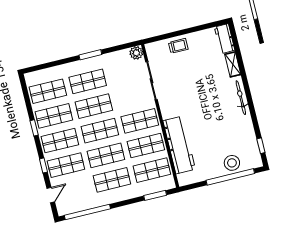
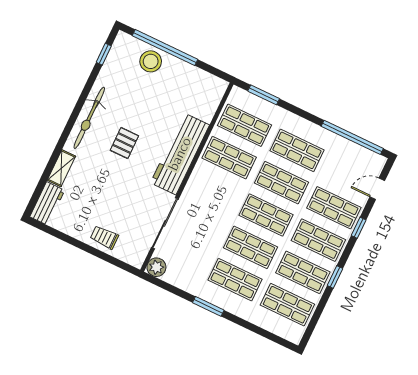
bicycle: (241, 98) -> (89, 118), width x1.37, depth x1.40
pallet: (210, 106) -> (124, 143), added
shop shelf: (140, 121) -> (214, 190), removed
workbench: (179, 145) -> (180, 154), moved

